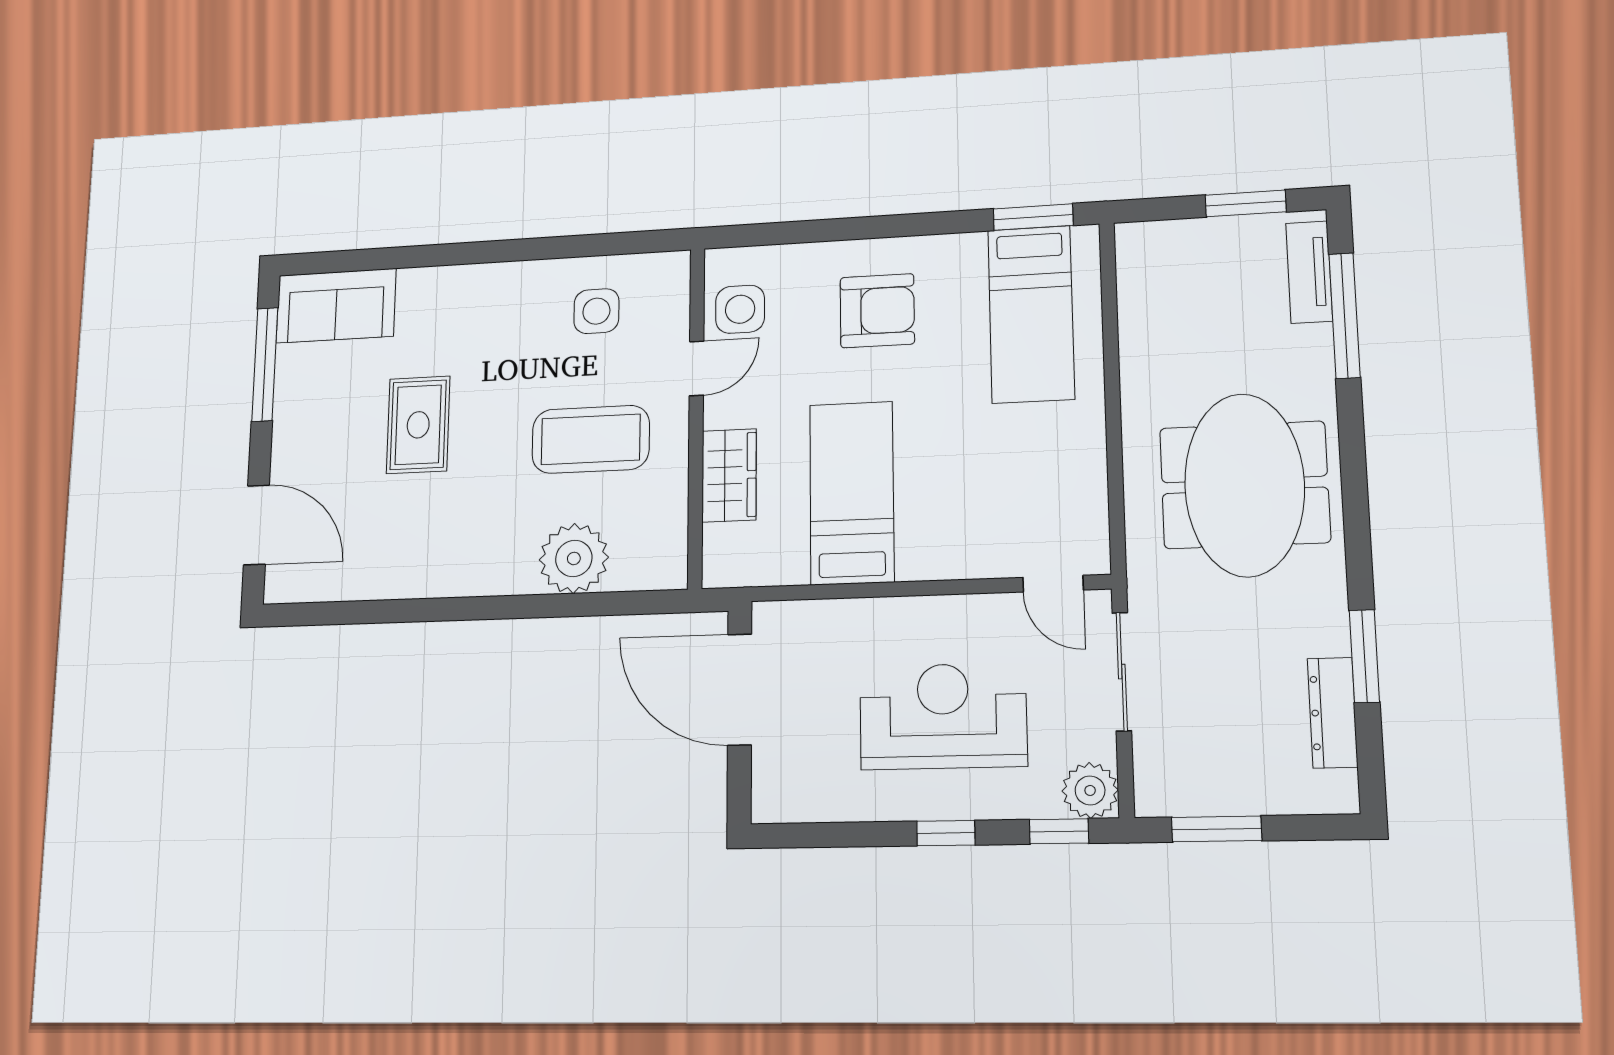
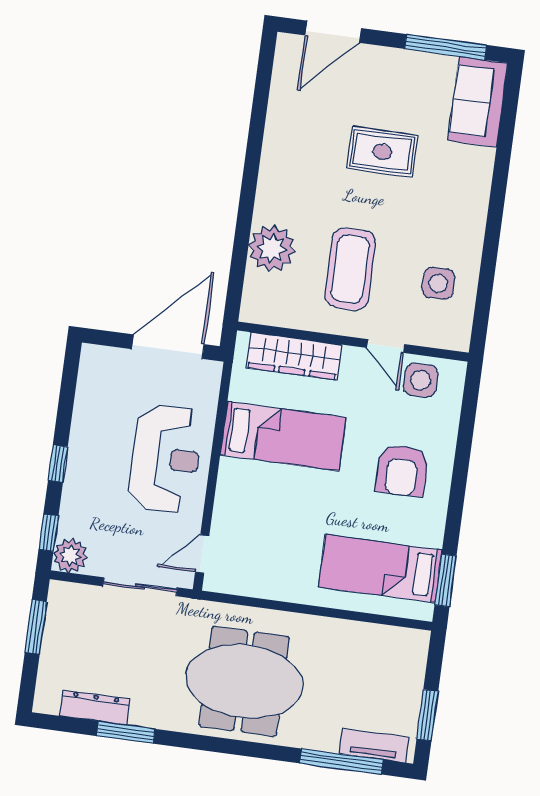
wardrobe: (729, 475) -> (294, 356), width x1.50
reception desk: (943, 716) -> (165, 459), moved

